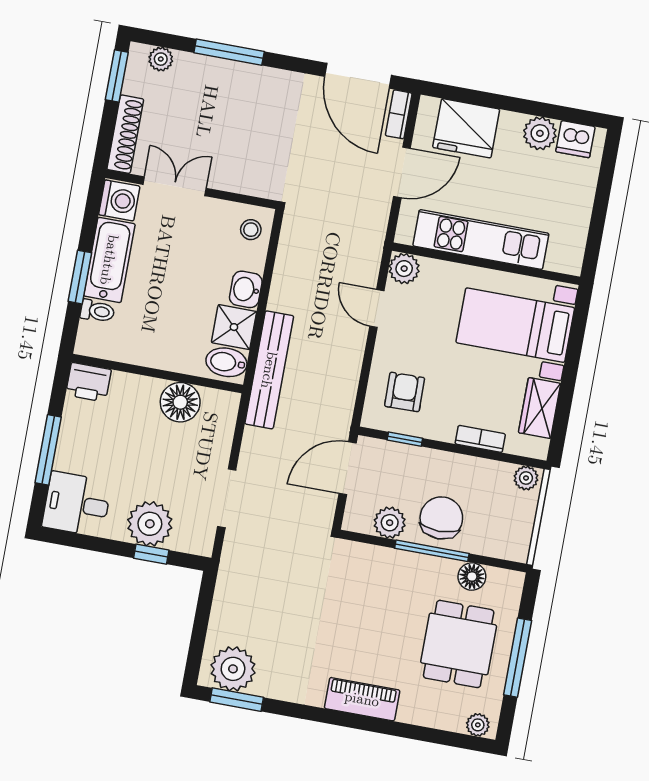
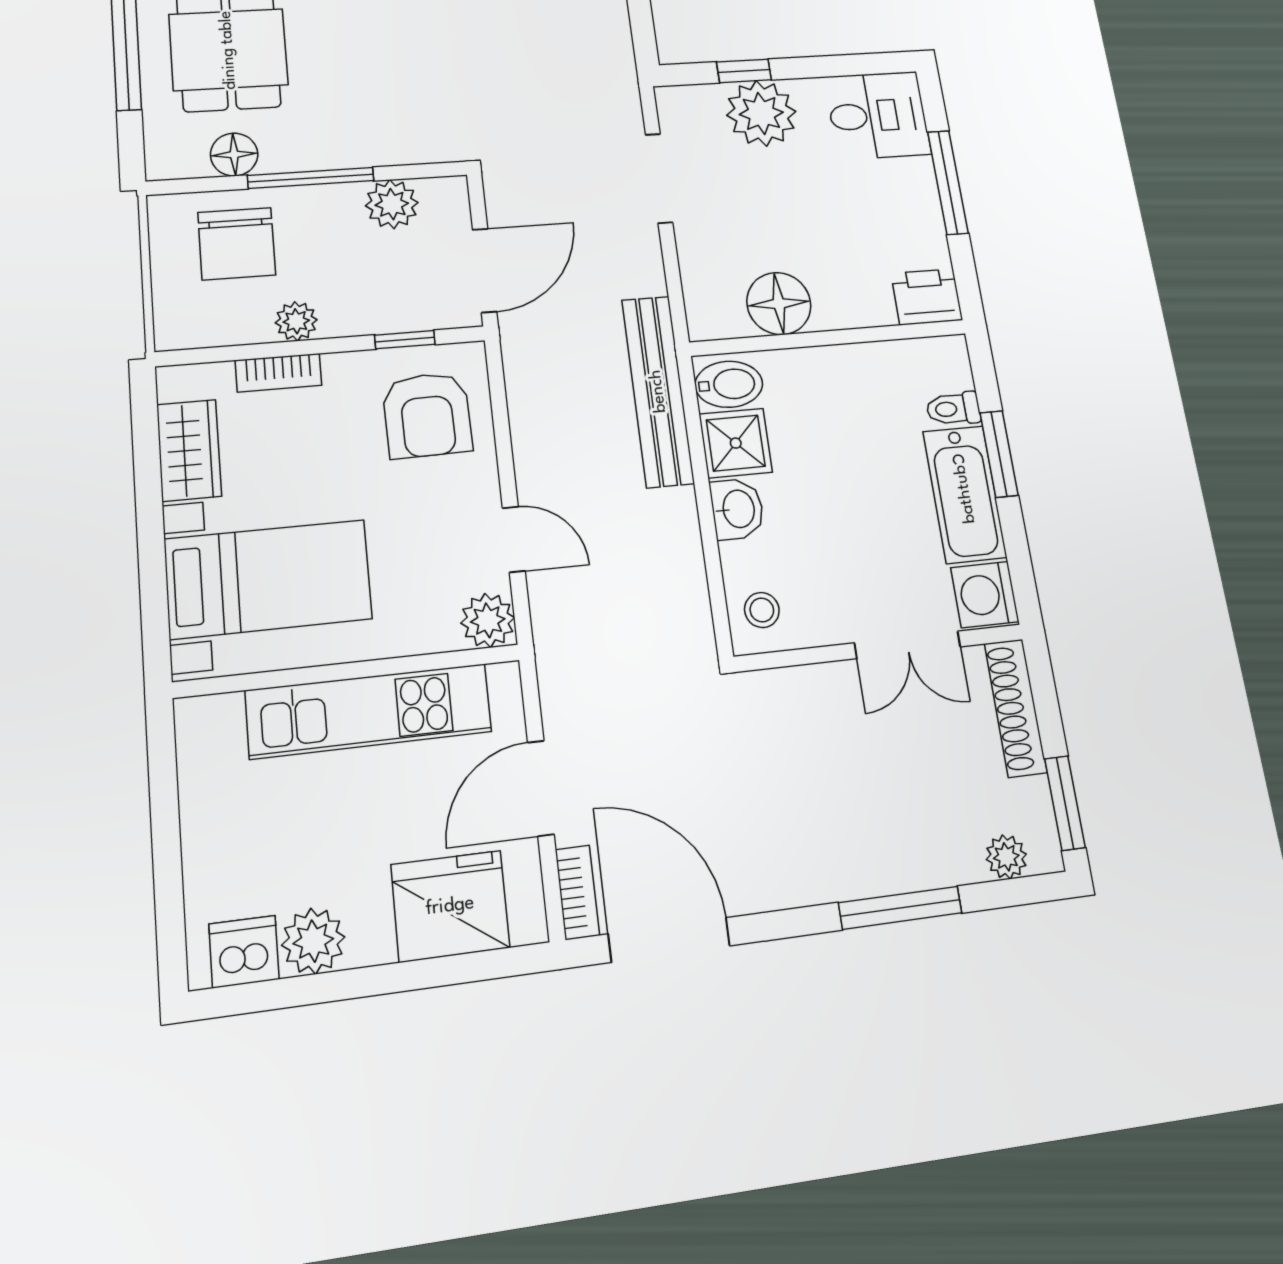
armchair: (405, 392) -> (427, 415), width x1.38, depth x1.38
plant: (526, 478) -> (296, 321), moved
chair: (441, 518) -> (237, 244), moved

